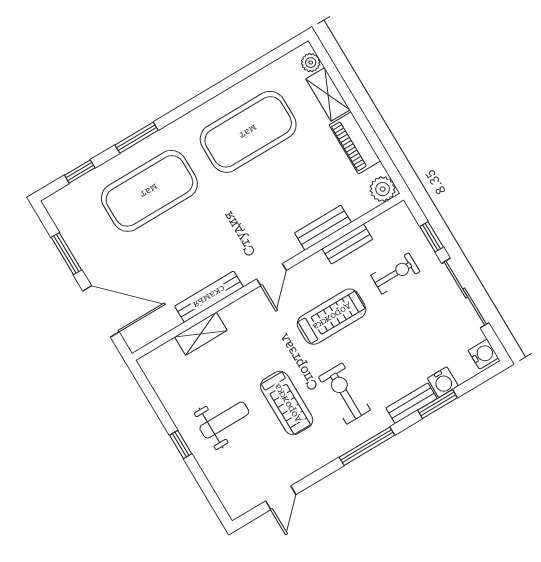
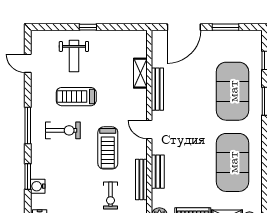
bench: (347, 244) -> (141, 179), width x1.36
bench: (412, 403) -> (36, 163), removed
weight bench: (224, 420) -> (74, 56), moved

